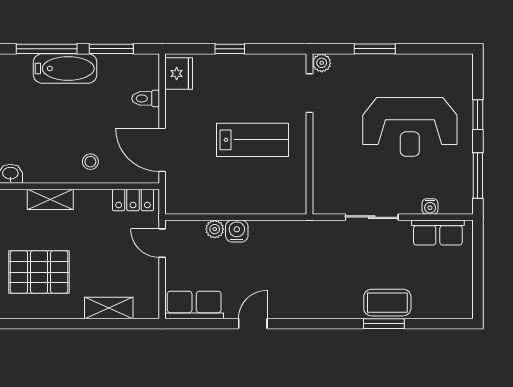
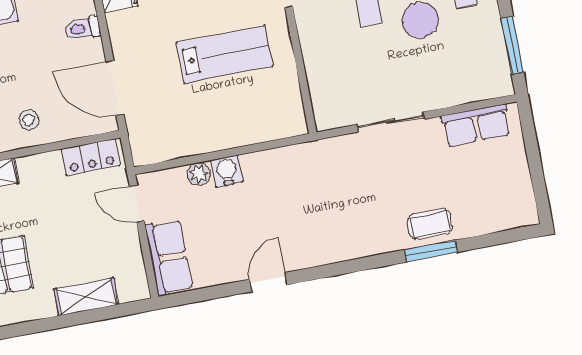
water cooler: (430, 206) -> (460, 95), removed
coffee table: (387, 303) -> (430, 224), width x0.73, depth x0.77
row of seats: (194, 305) -> (169, 257), moved, turned 90

